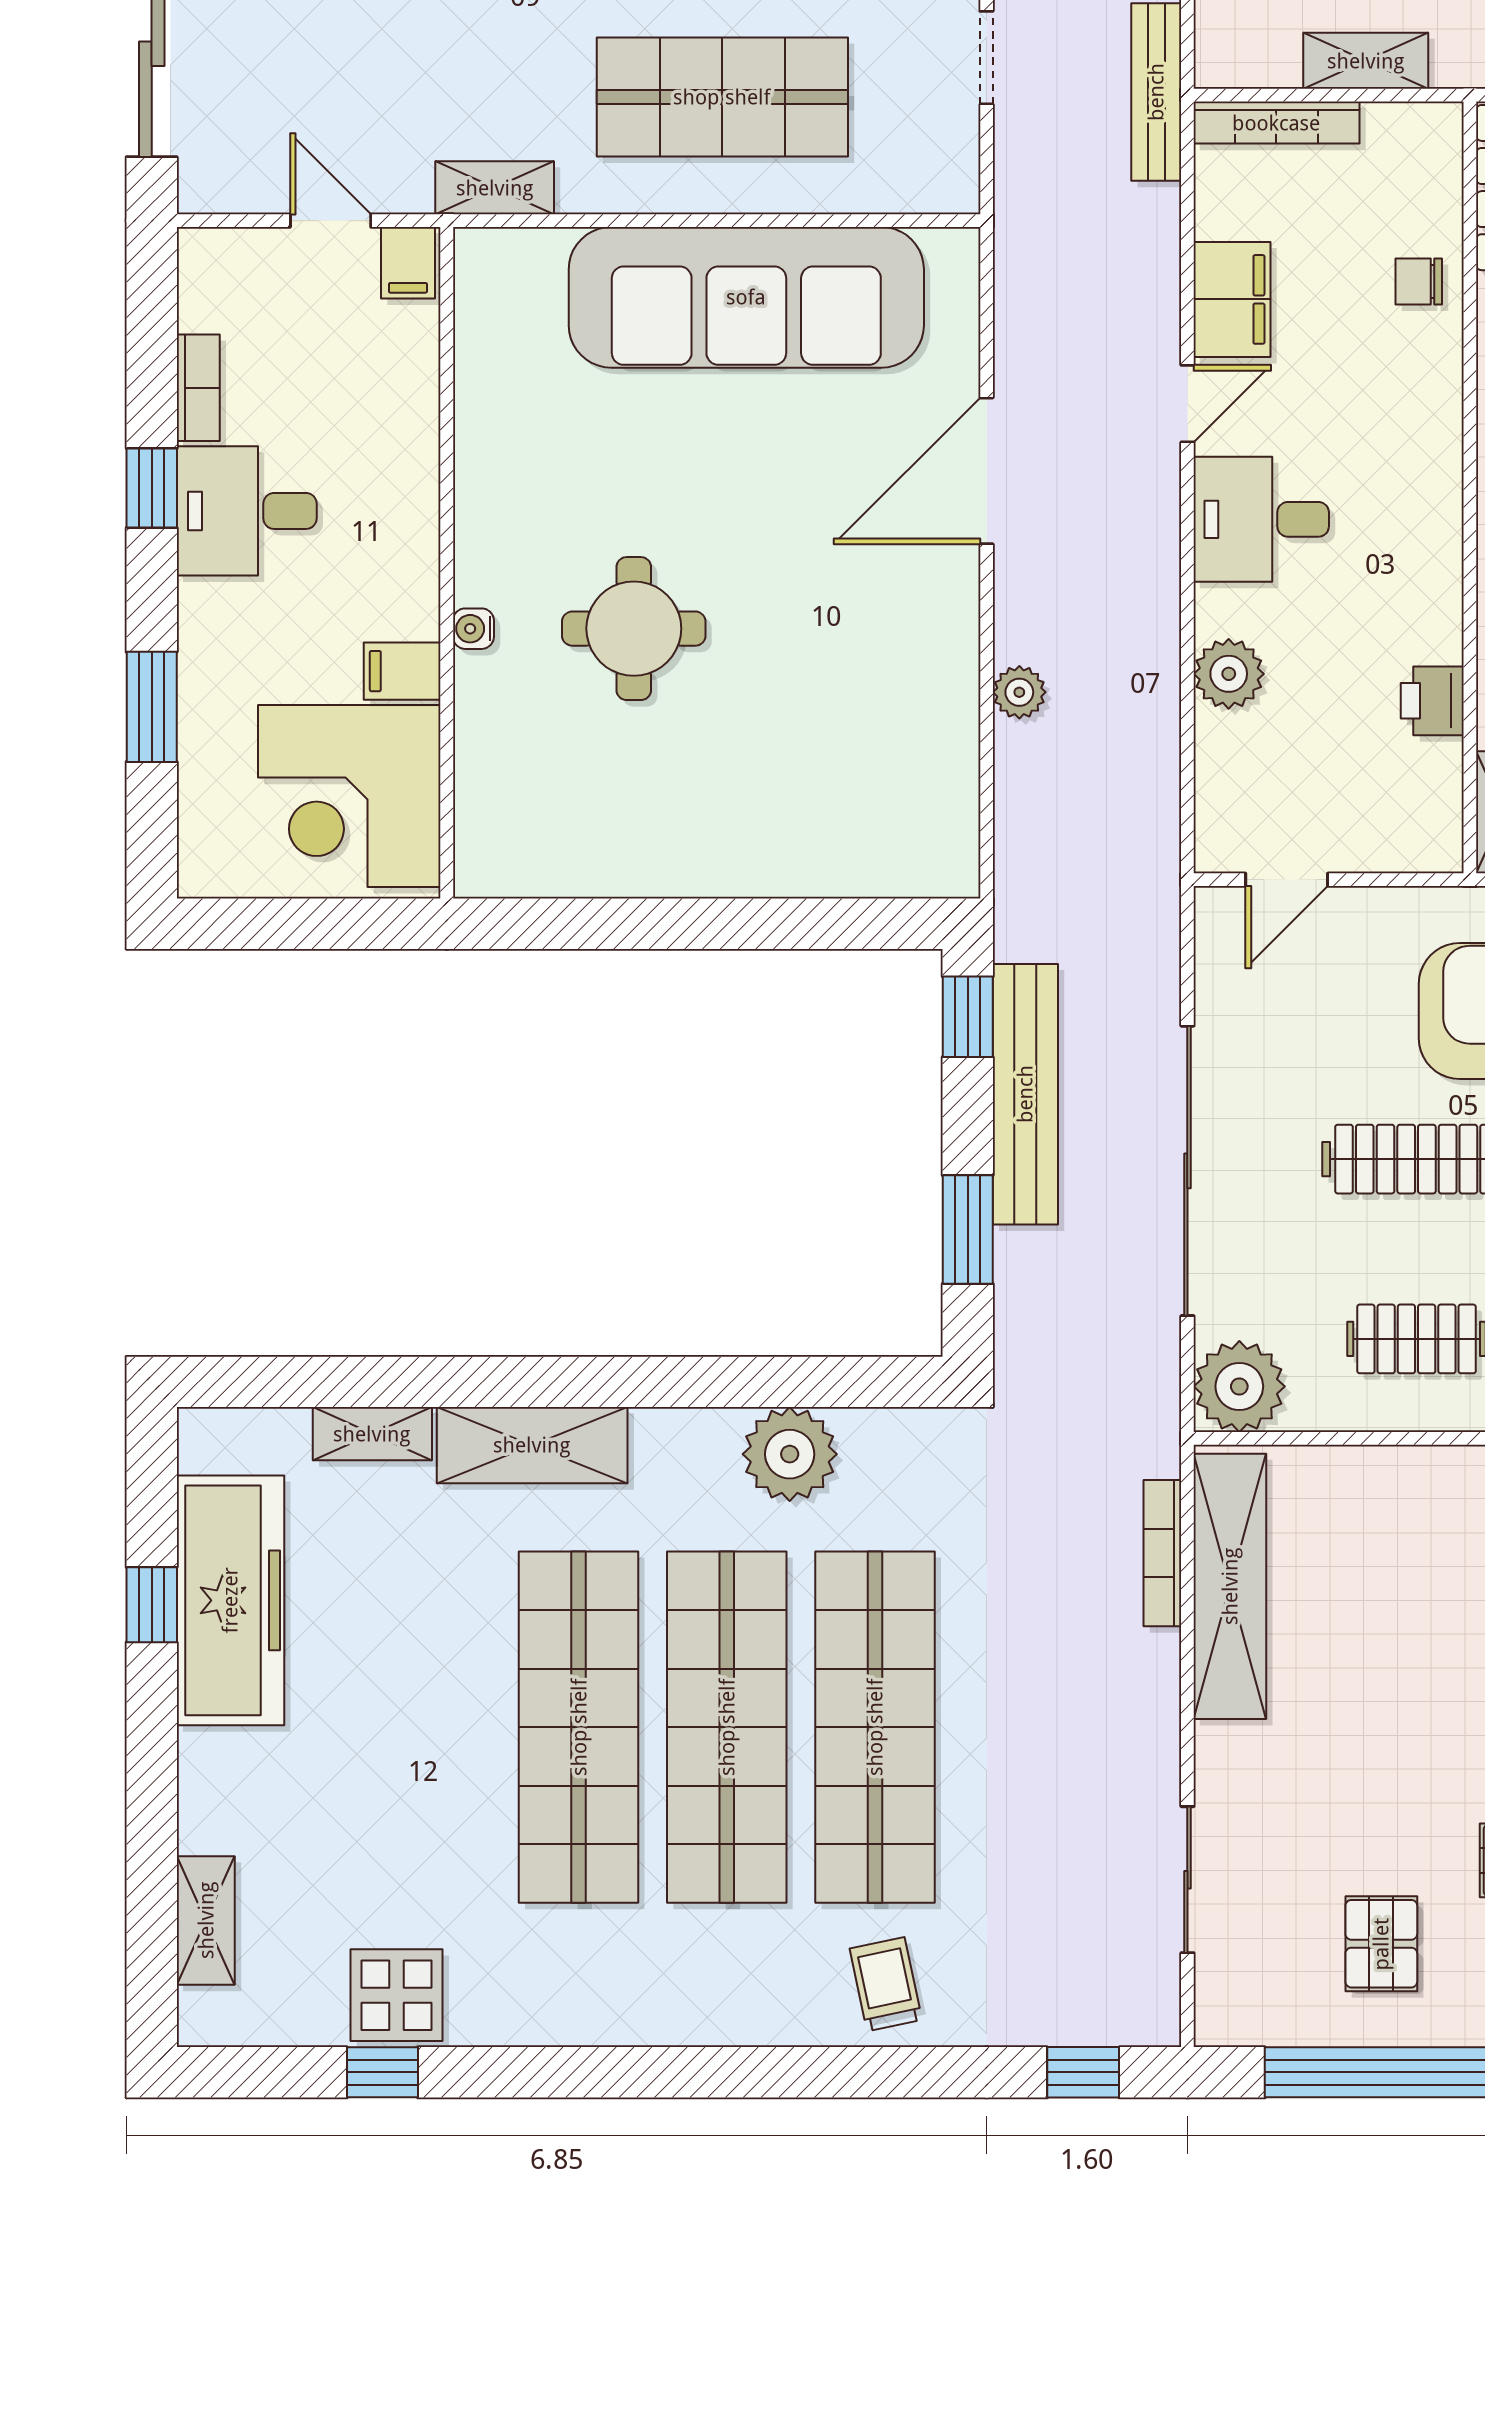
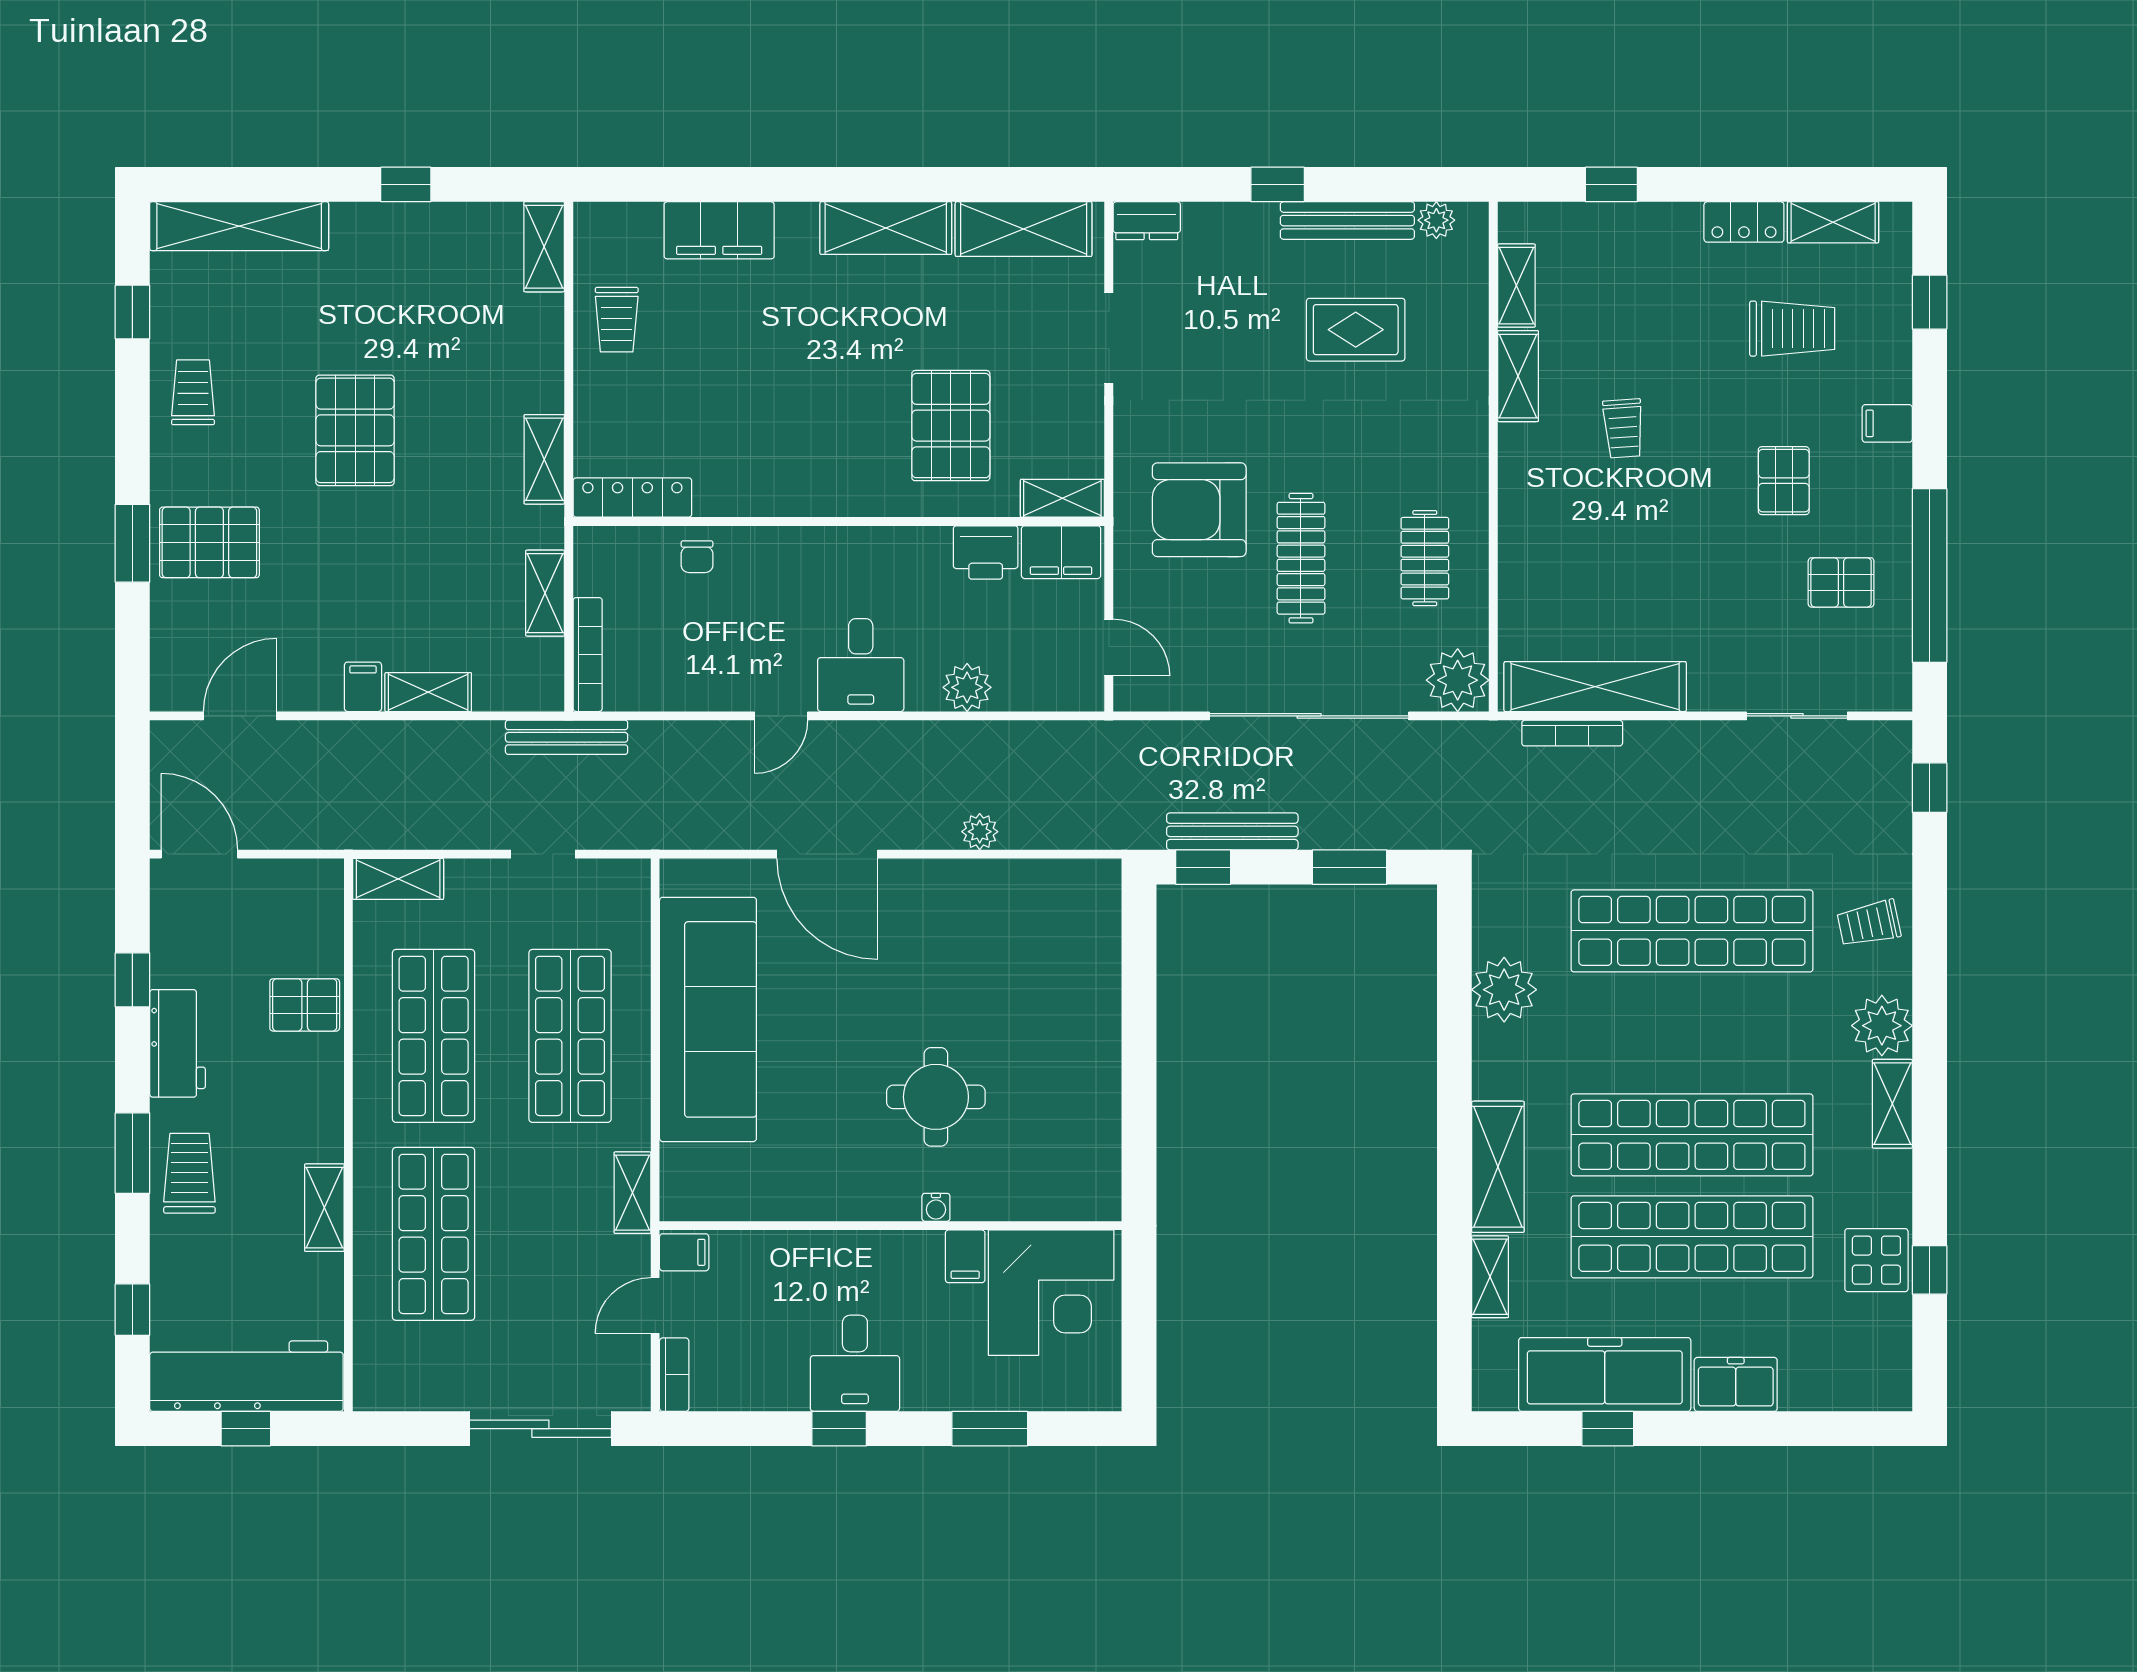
filing cabinet: (1232, 299) -> (1061, 552), moved, turned 180
bookcase: (198, 388) -> (674, 1375), moved, turned 90
door: (1187, 404) -> (781, 716), swing flipped
printer: (1432, 701) -> (986, 552), width x1.36, depth x1.24
bench: (1025, 1094) -> (1232, 831), width x0.73, depth x0.82
shop shelf: (727, 1727) -> (1692, 1237), moved
freezer: (216, 1791) -> (1736, 1384), added
shelving: (206, 1920) -> (1892, 1104), moved, turned 90
plant: (737, 2003) -> (1882, 1026), added

